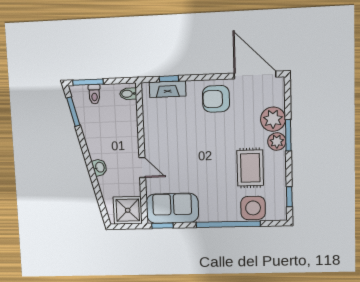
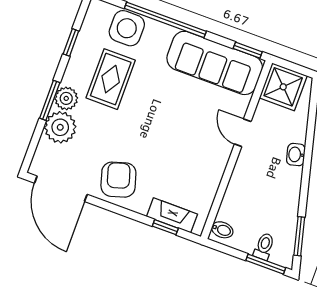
armchair: (216, 99) -> (118, 180), turned -107
window: (289, 197) -> (71, 42), moved
sofa: (172, 208) -> (215, 63), width x1.36

